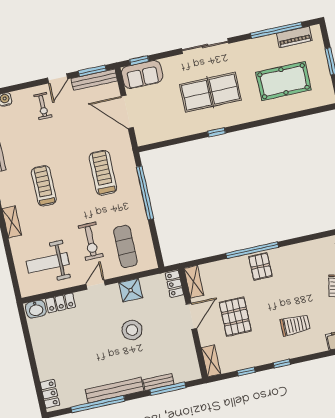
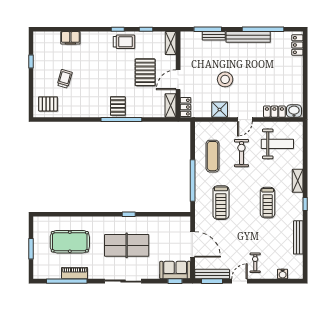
piano: (294, 37) -> (75, 273), moved
exercise mat: (125, 246) -> (213, 156), moved
trolley: (295, 325) -> (124, 42), moved, turned 180

